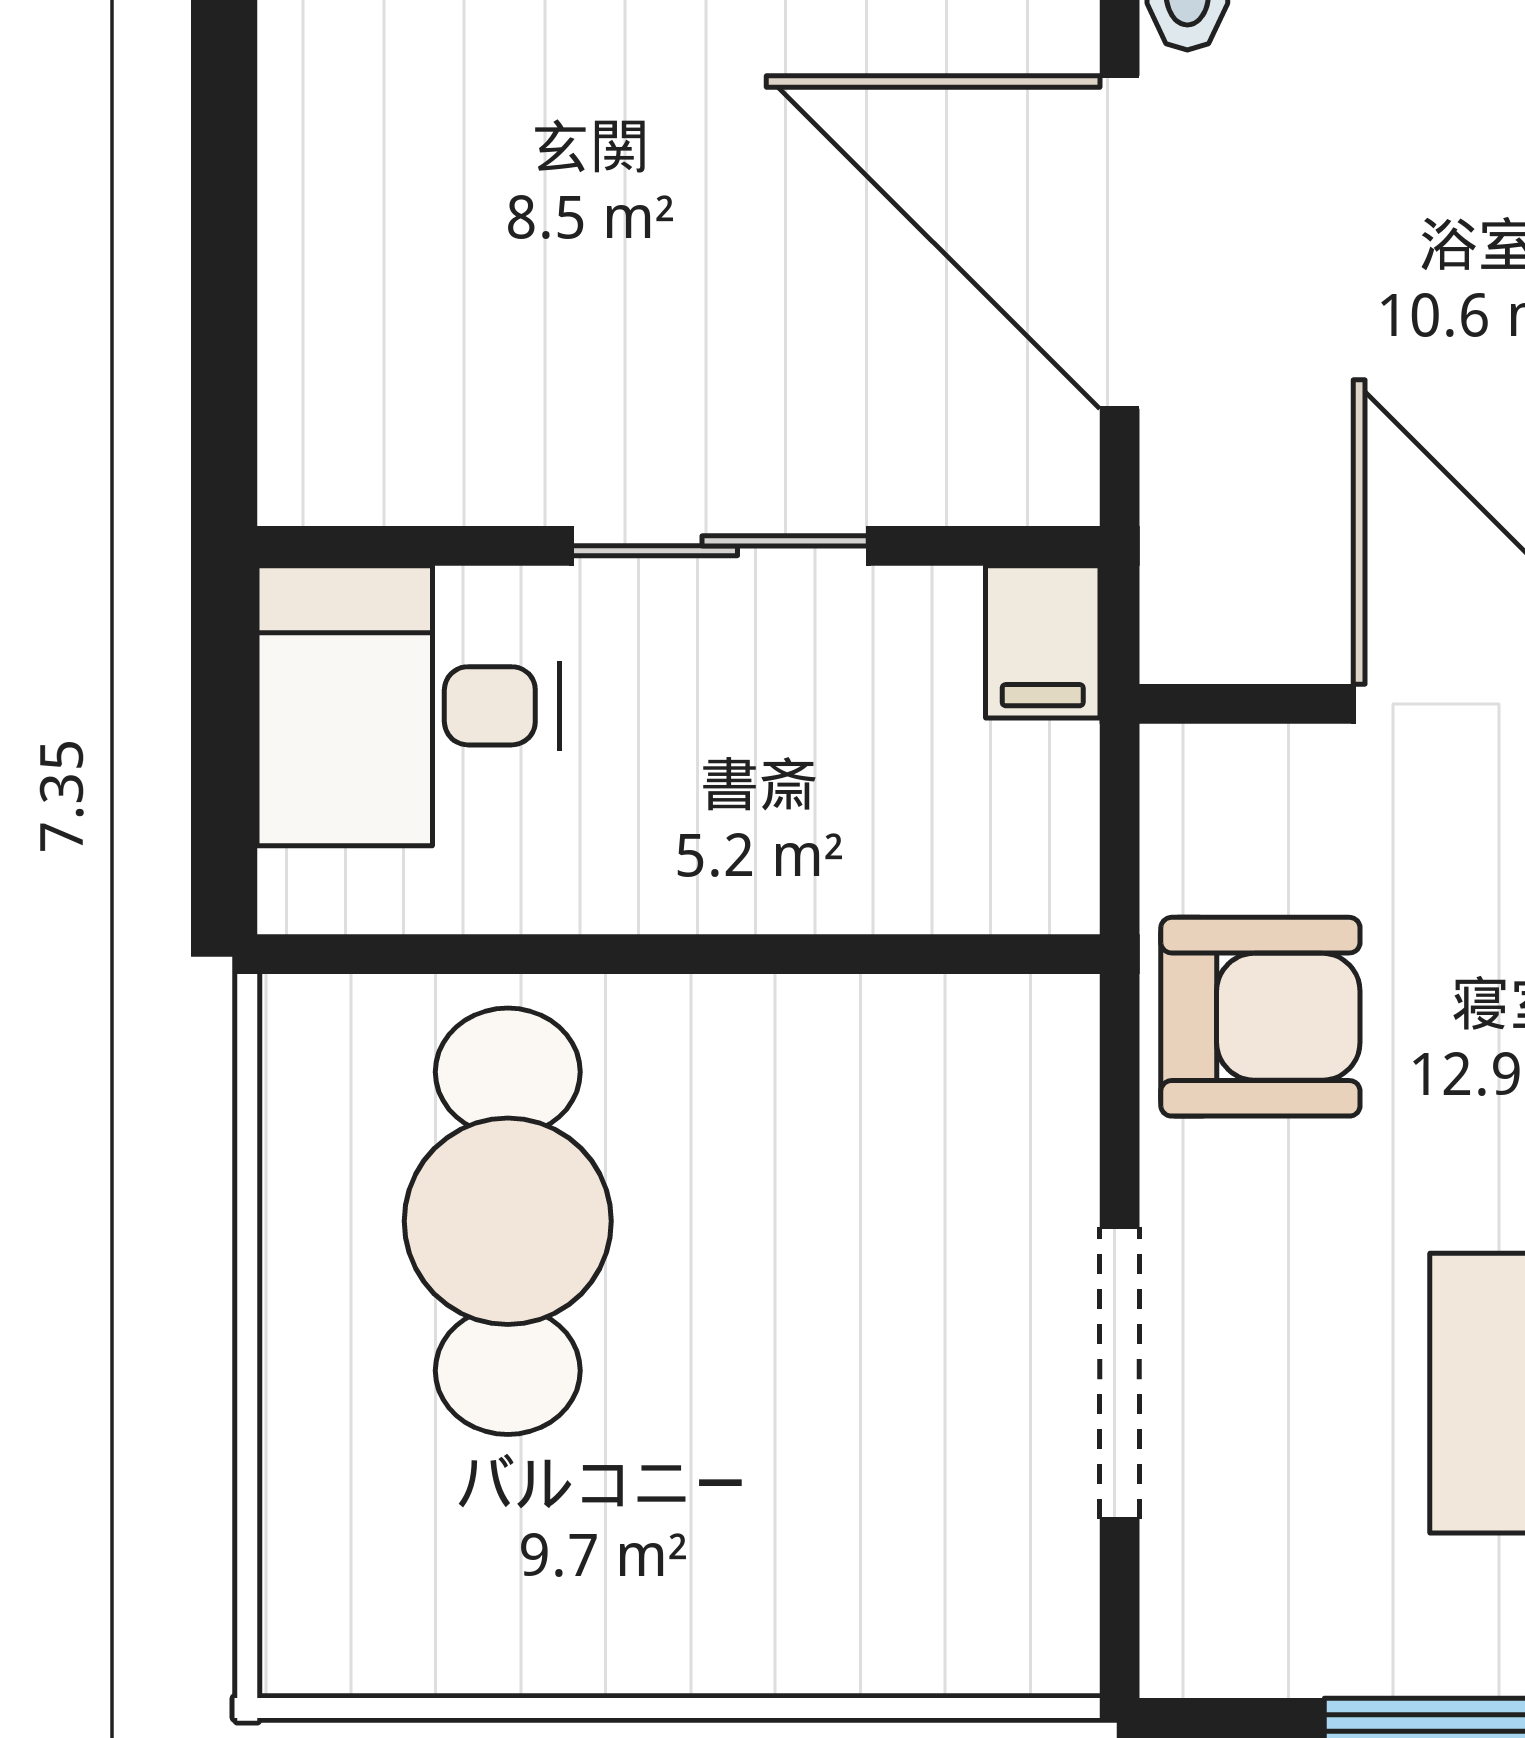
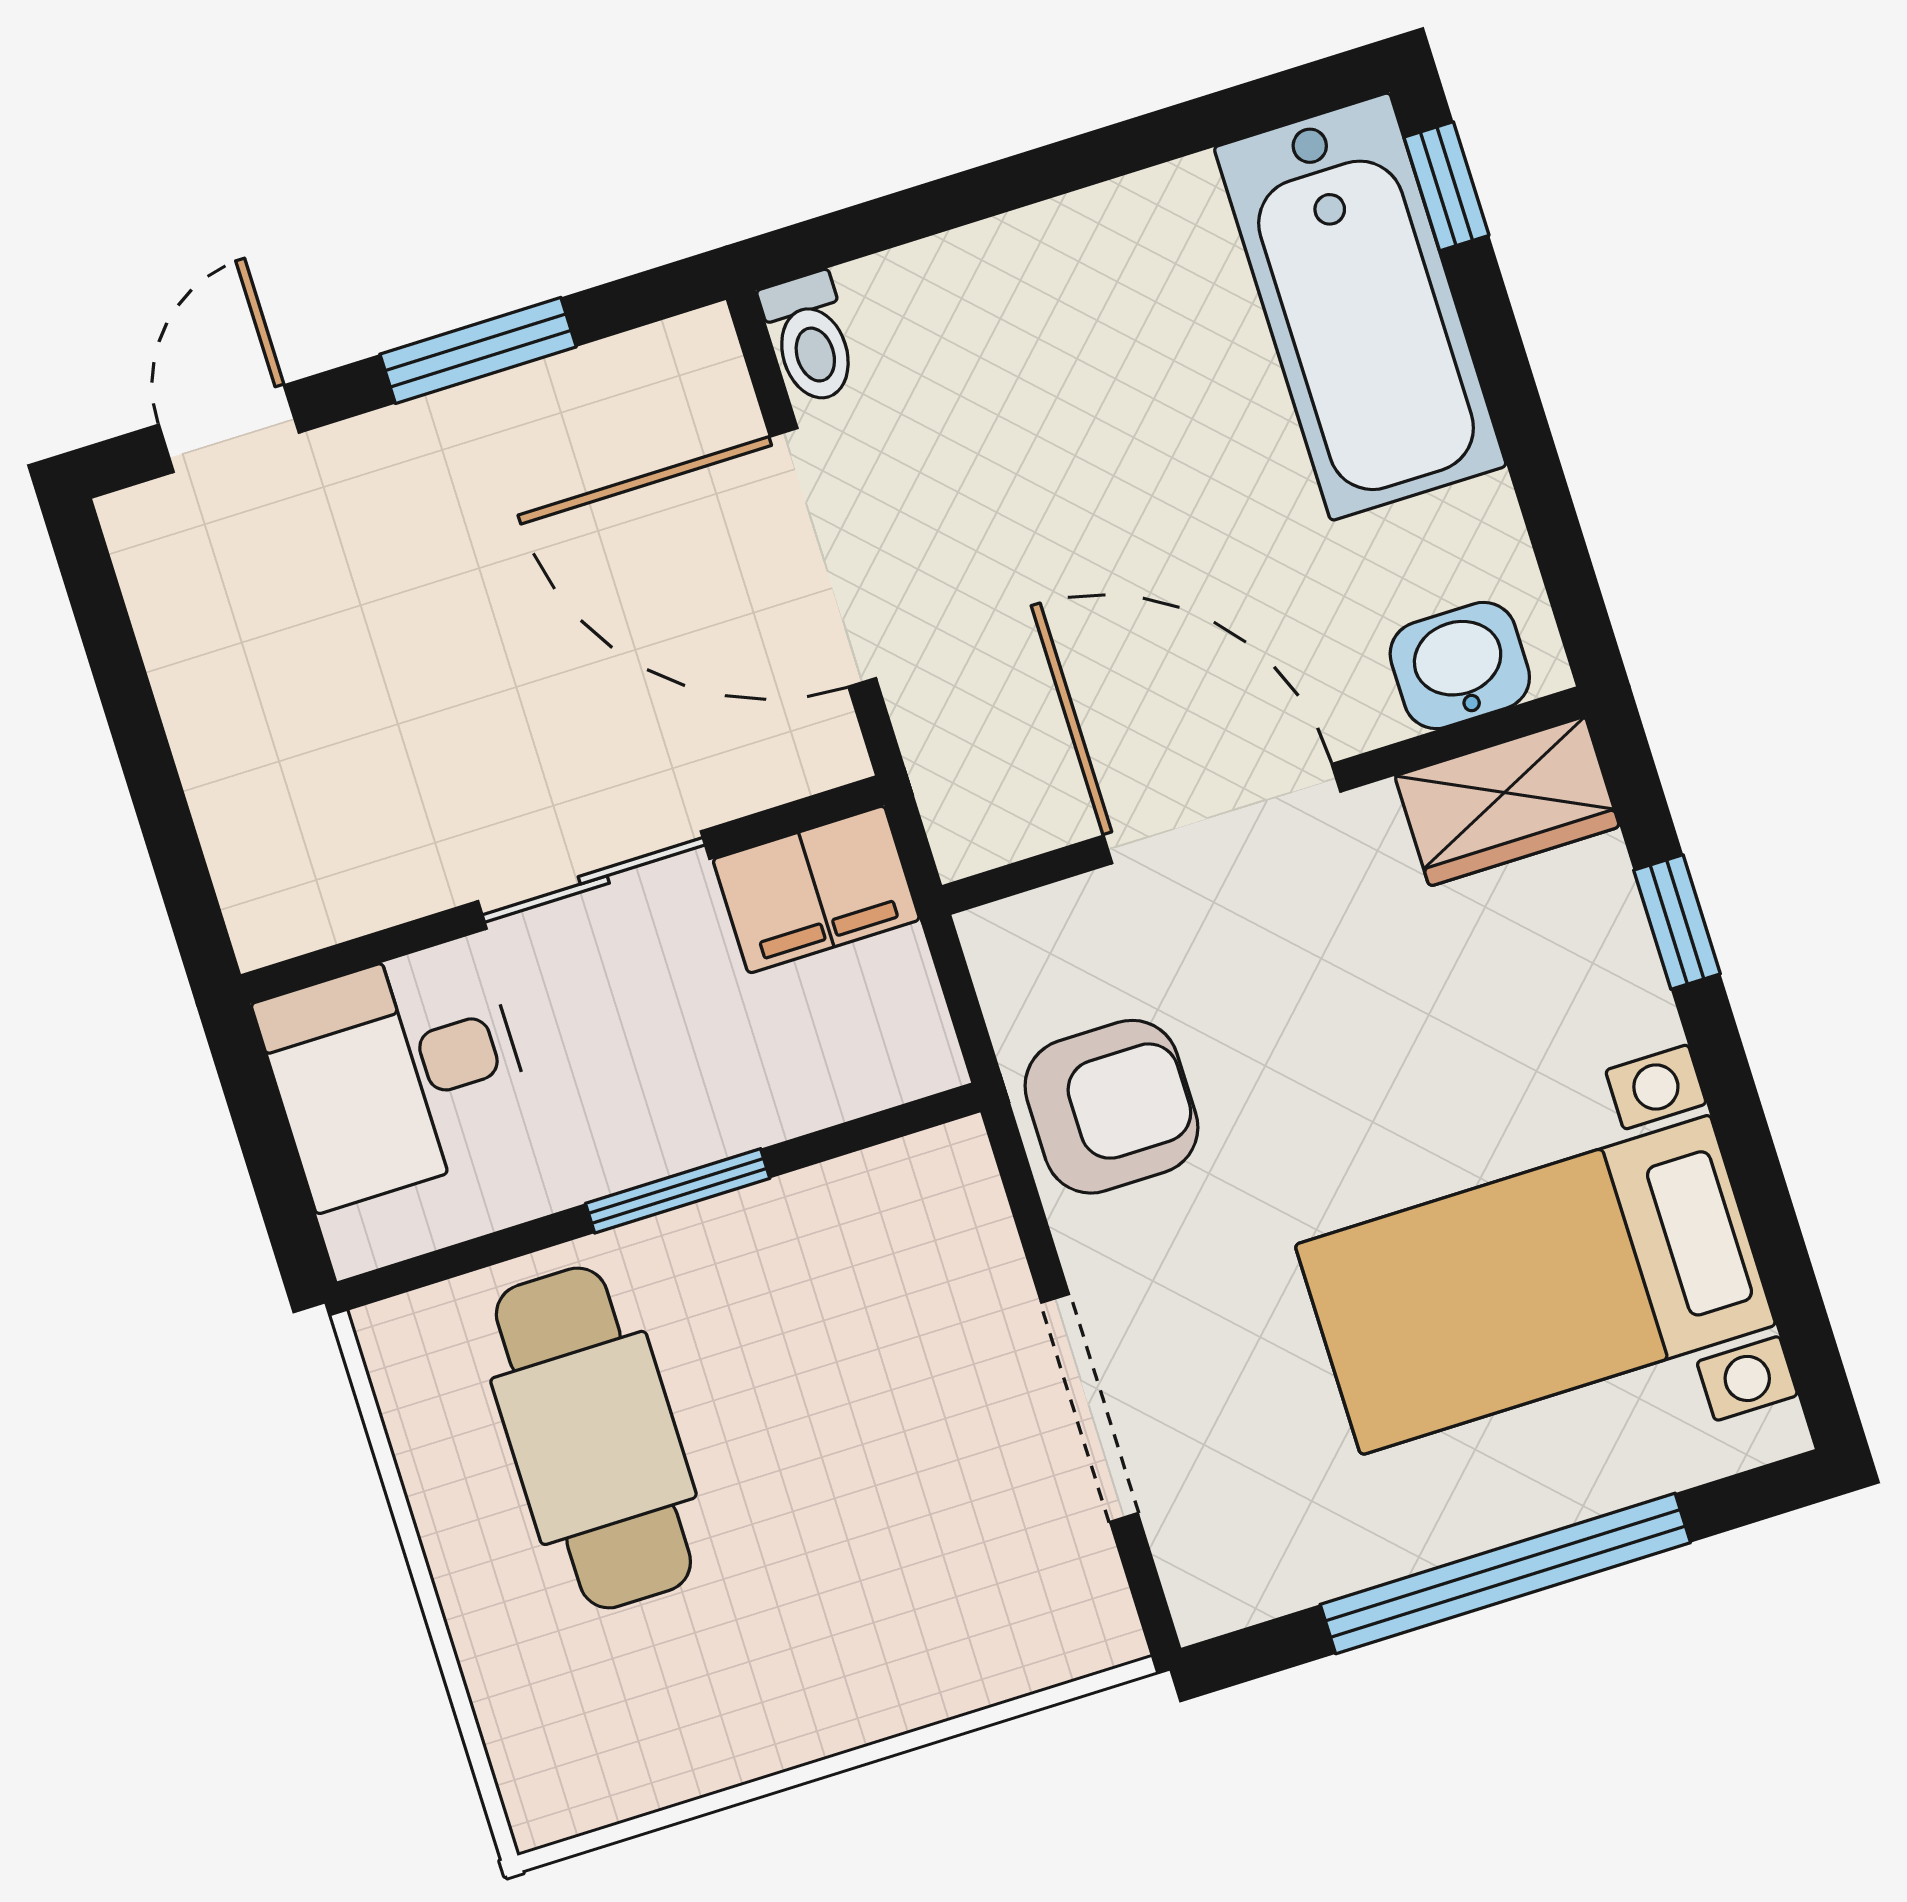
filing cabinet: (1043, 642) -> (816, 889), width x2.00
window: (703, 954) -> (678, 1191), added

